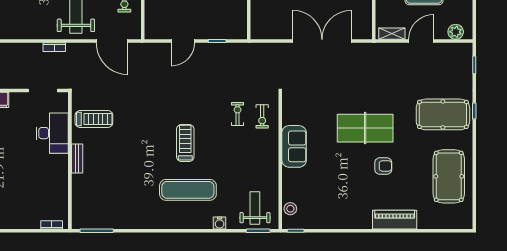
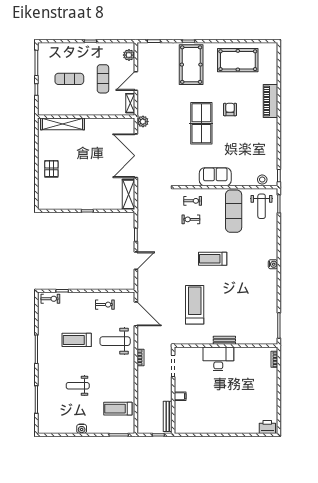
shelving: (271, 31) -> (128, 194), added
door: (112, 41) -> (136, 314), hinge flipped
door: (183, 41) -> (136, 261), hinge flipped
door: (421, 41) -> (136, 81), hinge flipped
plant: (367, 50) -> (143, 122), added
treadmill: (94, 119) -> (195, 305), moved, width x1.37, depth x1.38
desk: (52, 133) -> (218, 359), moved
exercise mat: (188, 190) -> (234, 211), moved
weight bench: (255, 208) -> (262, 206), turned -90
water cooler: (220, 223) -> (273, 264), moved

